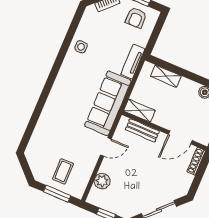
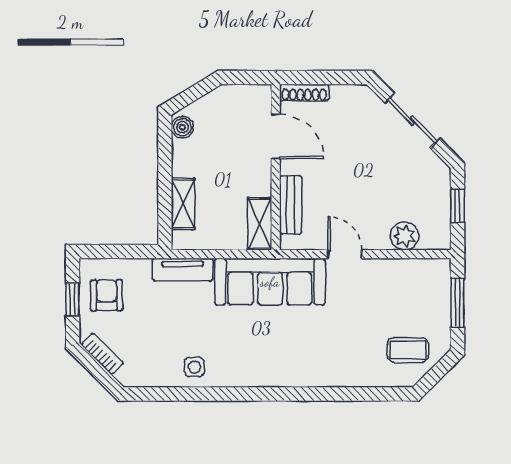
armchair: (136, 18) -> (107, 295), turned -90
coffee table: (63, 171) -> (408, 350), moved

